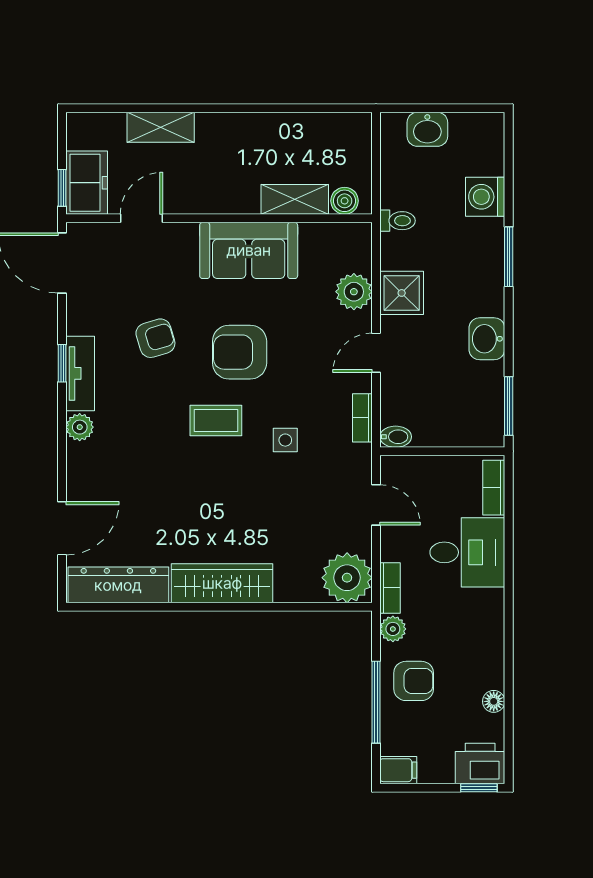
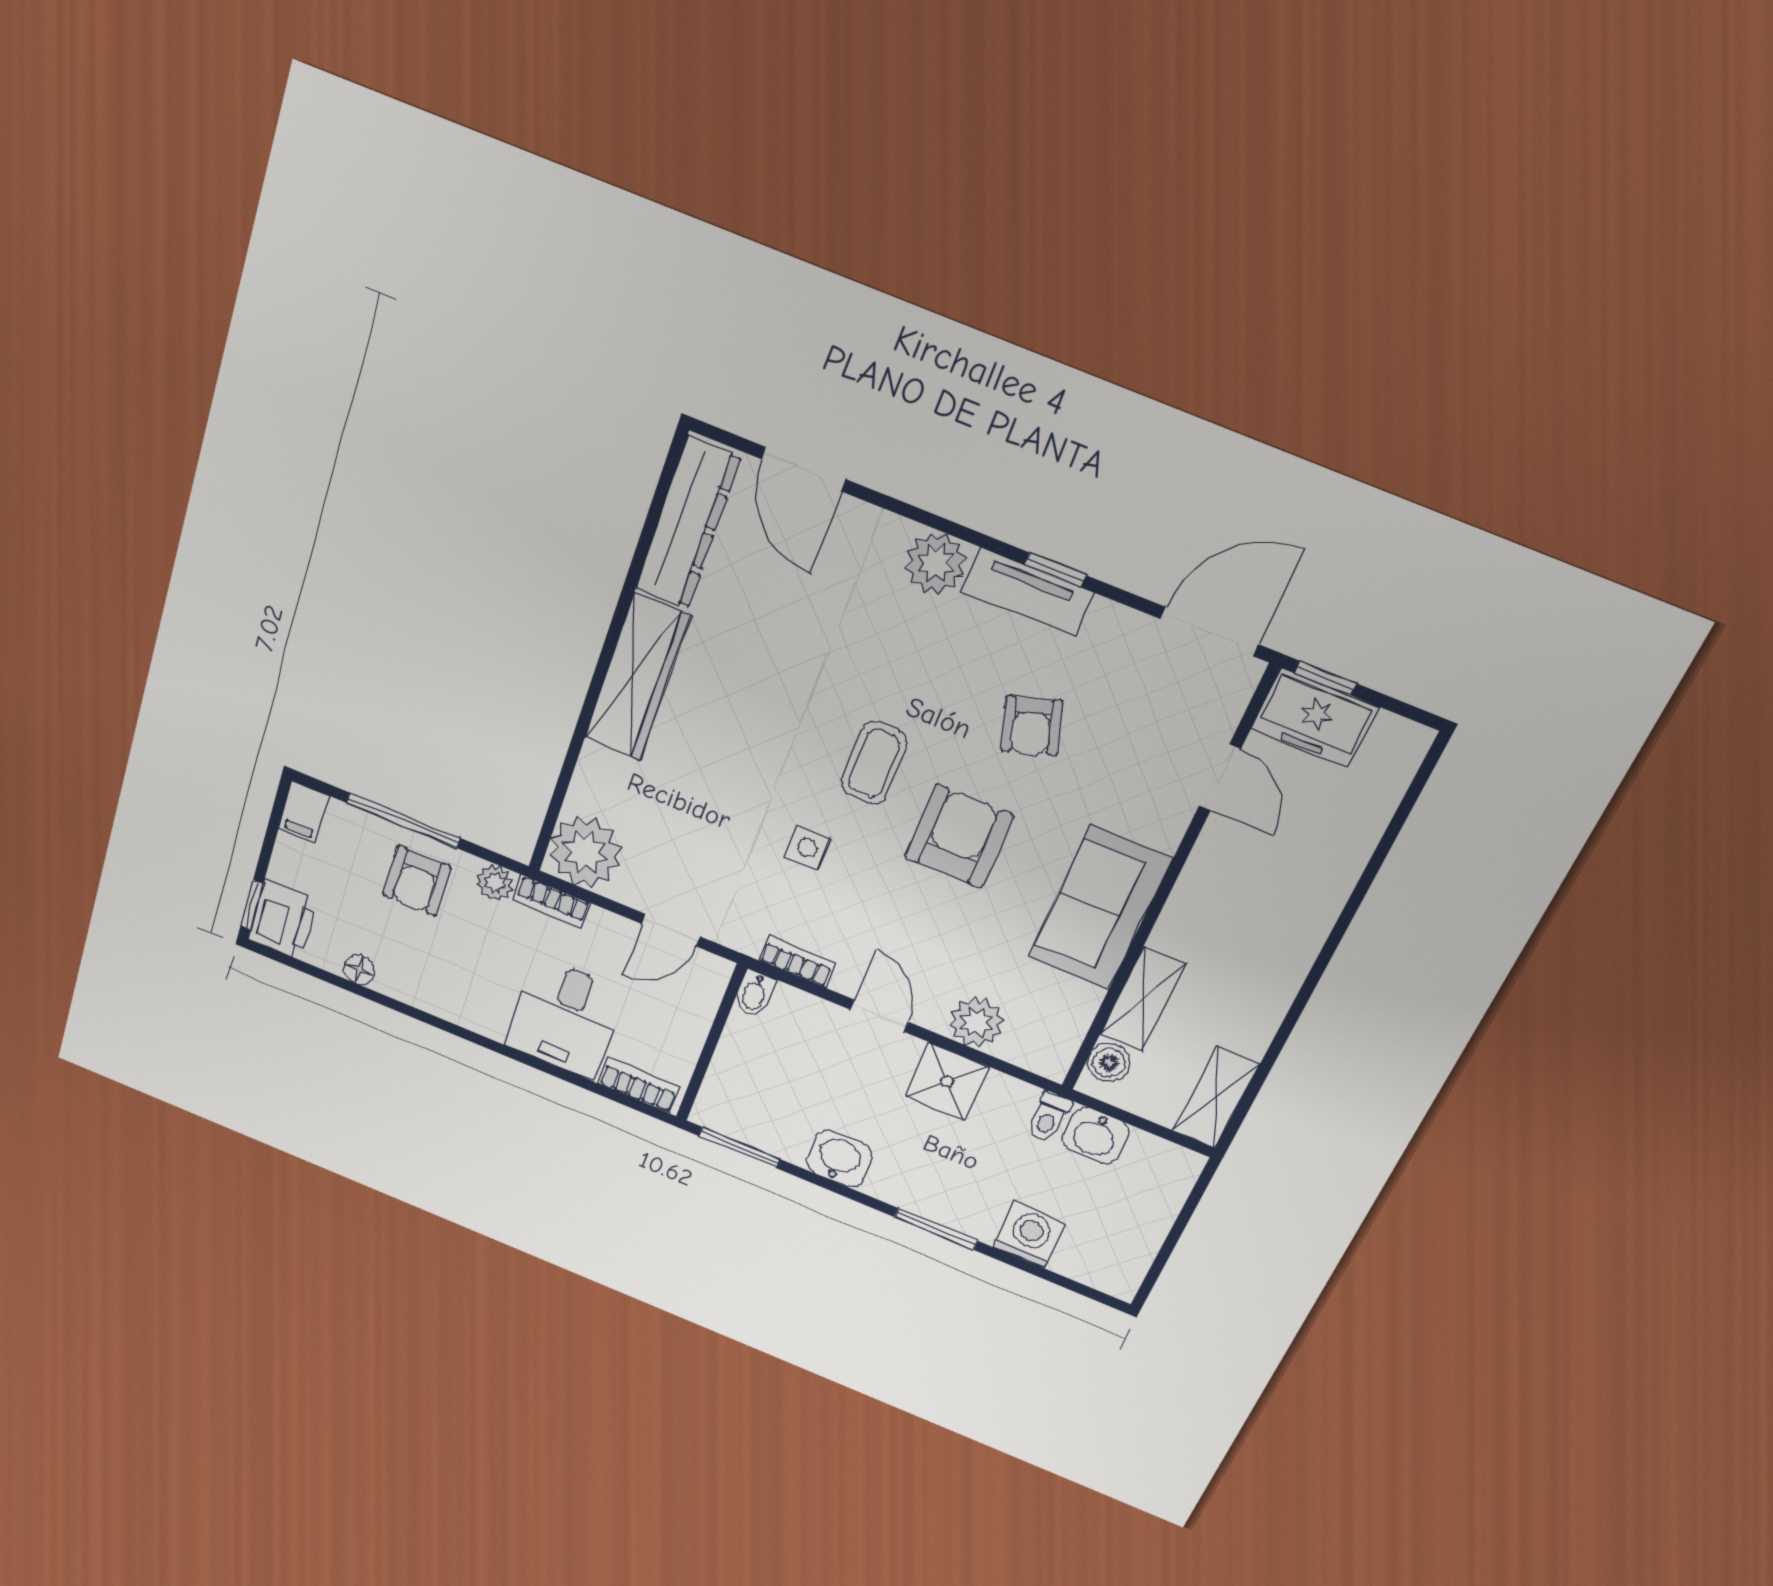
shelving: (161, 127) -> (1216, 1097), moved
washbasin: (427, 129) -> (1095, 1136), moved, turned -90
plant: (80, 427) -> (936, 563), width x1.38, depth x1.38

